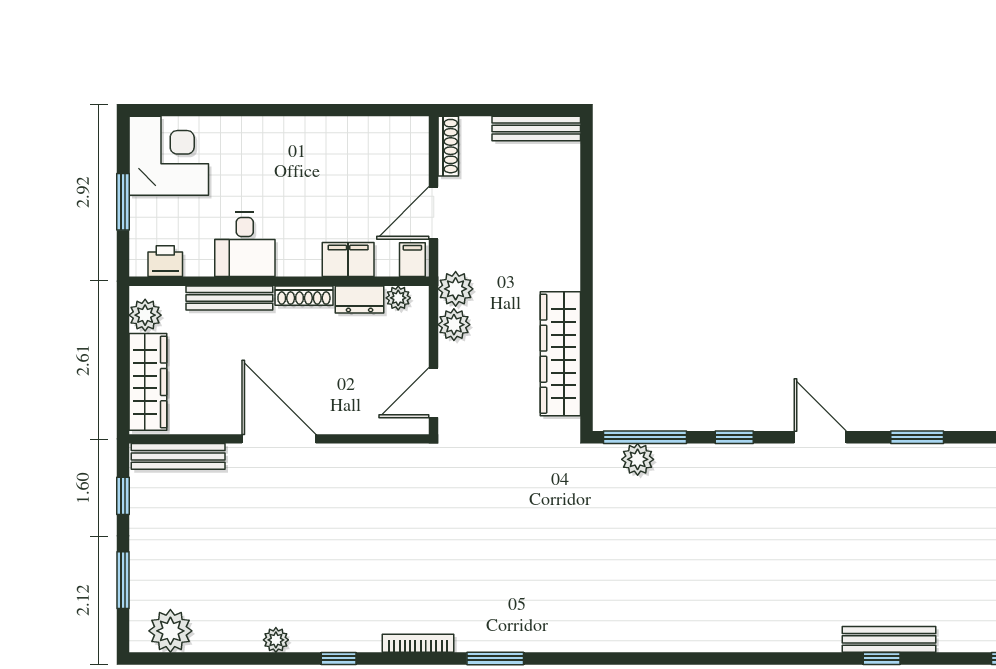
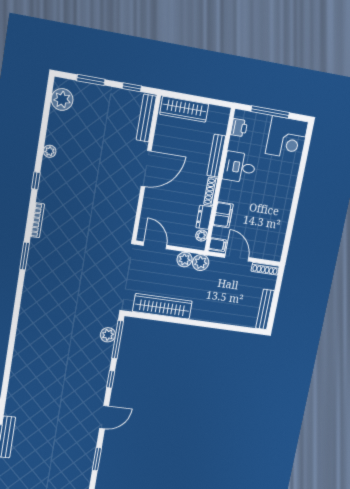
window: (123, 202) -> (270, 112), width x1.44
plant: (145, 315) -> (216, 113), removed

